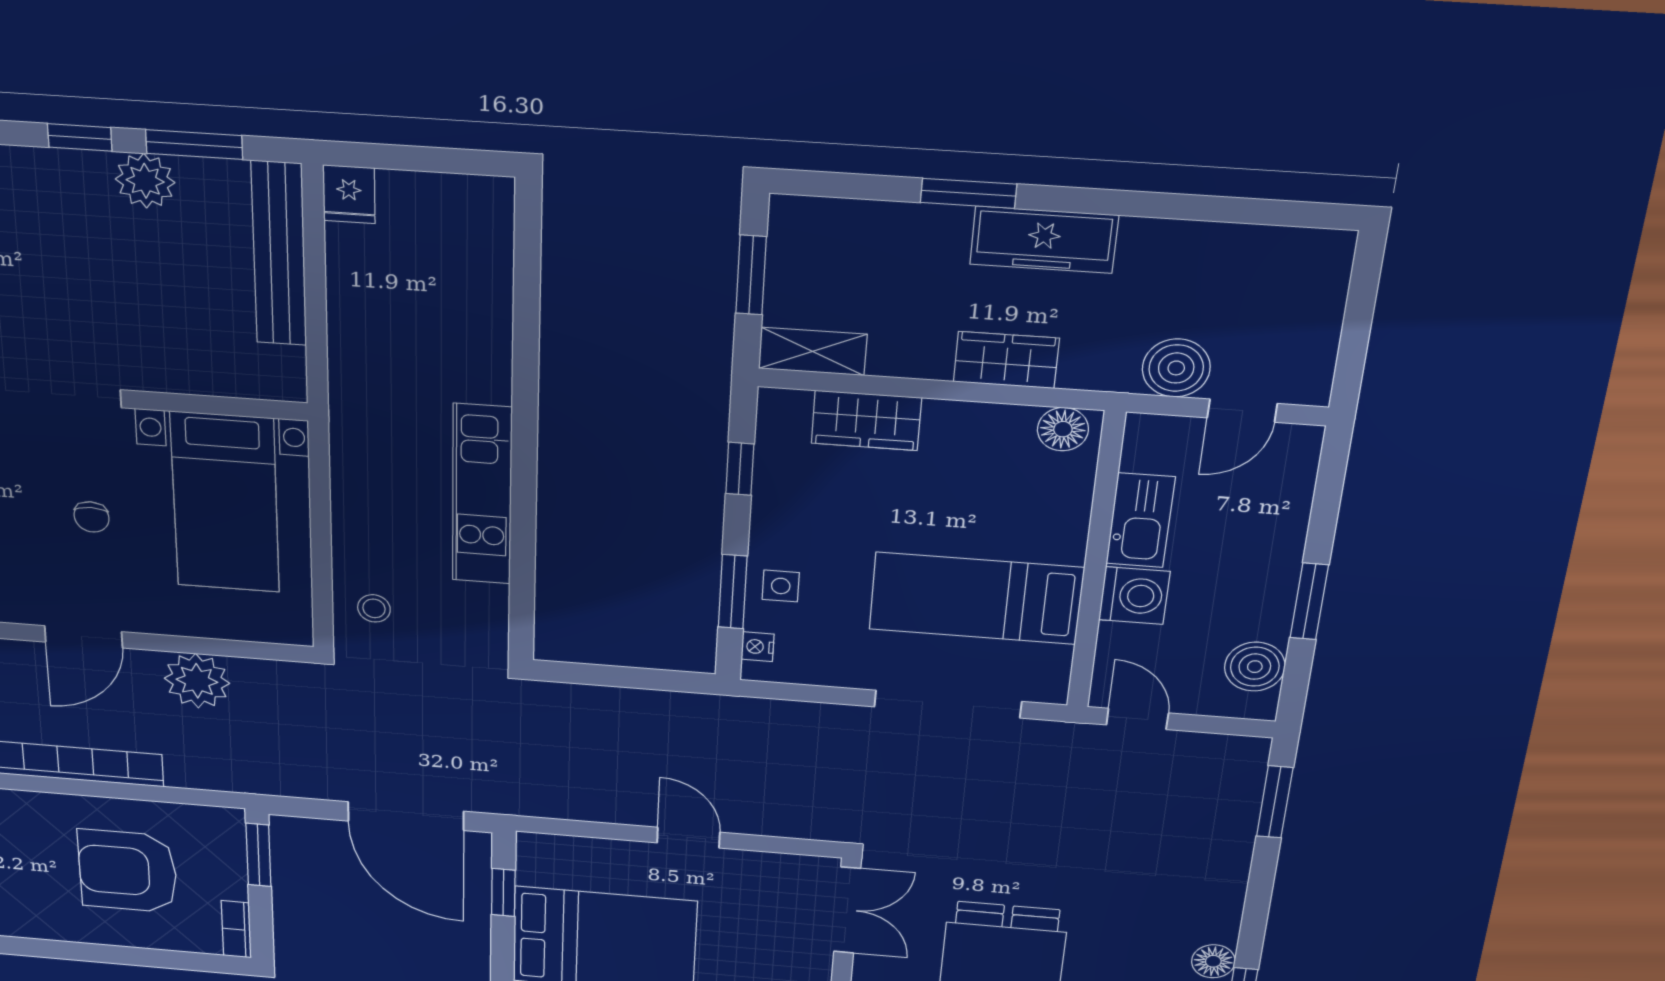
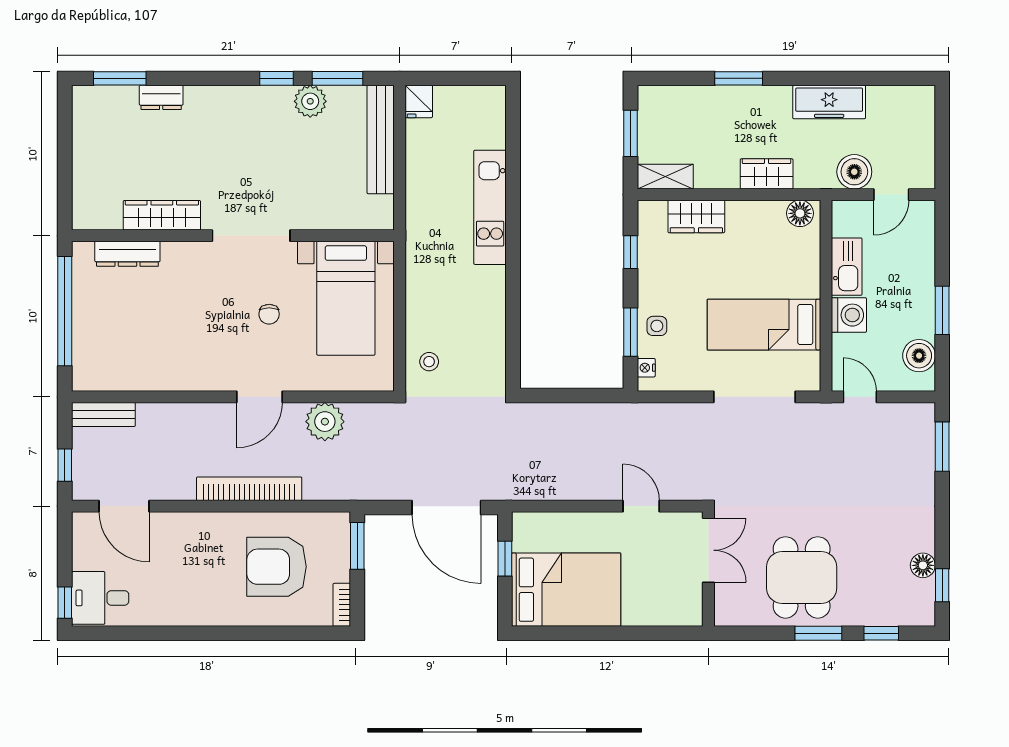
freezer: (1044, 240) -> (829, 102), moved
kitchen unit: (482, 495) -> (490, 207), moved
door: (688, 838) -> (641, 506), moved

